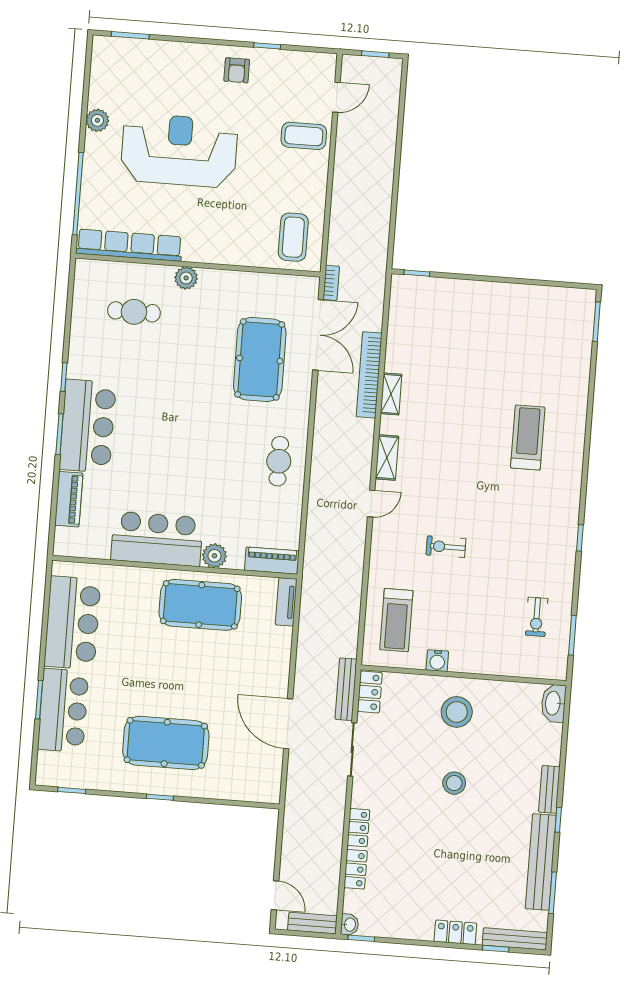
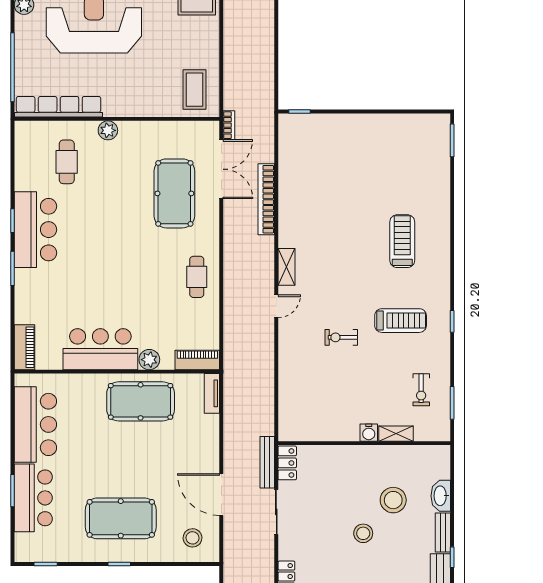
cafe table: (134, 312) -> (67, 162), turned 90
shelving: (391, 394) -> (396, 434), moved, turned 90
bar counter: (88, 426) -> (35, 230), moved
piano: (69, 499) -> (24, 347), moved
treadmill: (396, 620) -> (401, 321), moved, turned -90
water cooler: (437, 661) -> (369, 433), moved
washbasin: (553, 703) -> (441, 496), moved
stool: (457, 712) -> (393, 500), moved
stool: (250, 773) -> (192, 538), added

